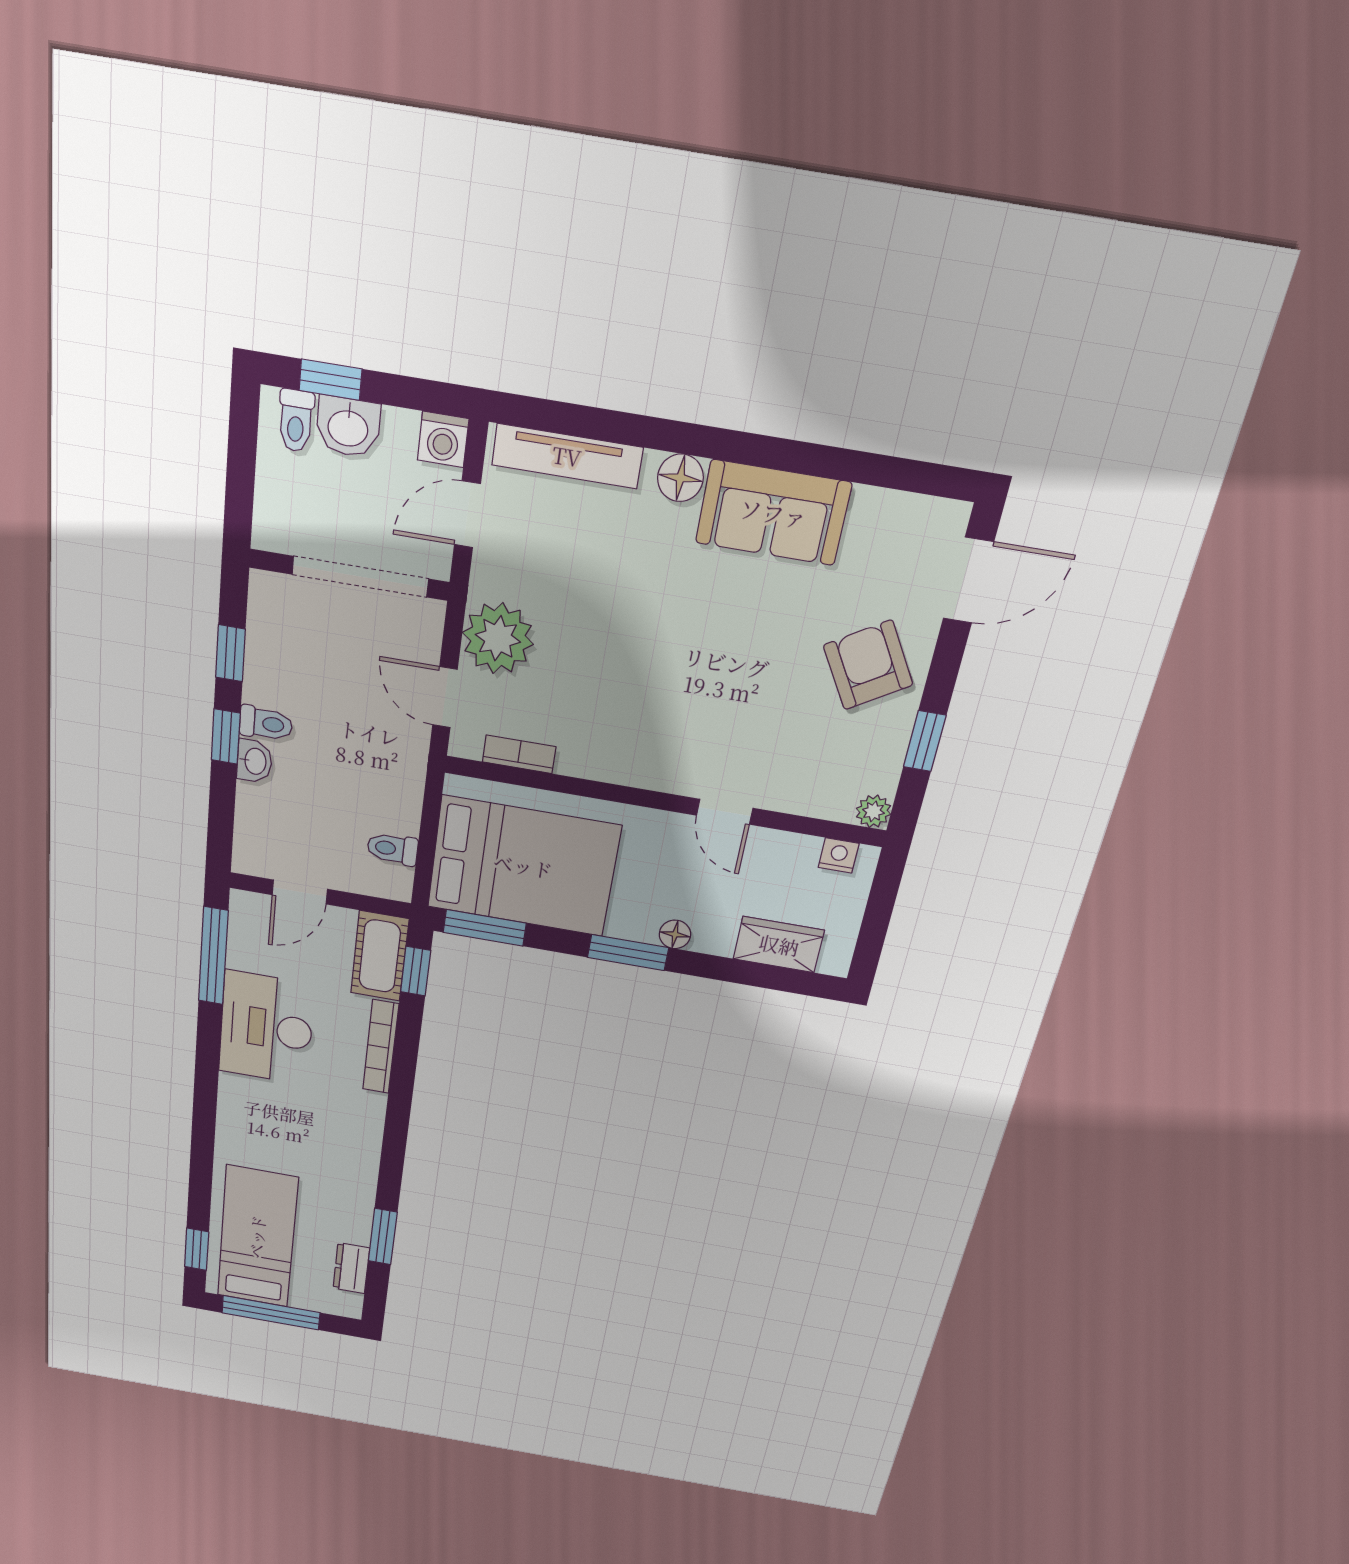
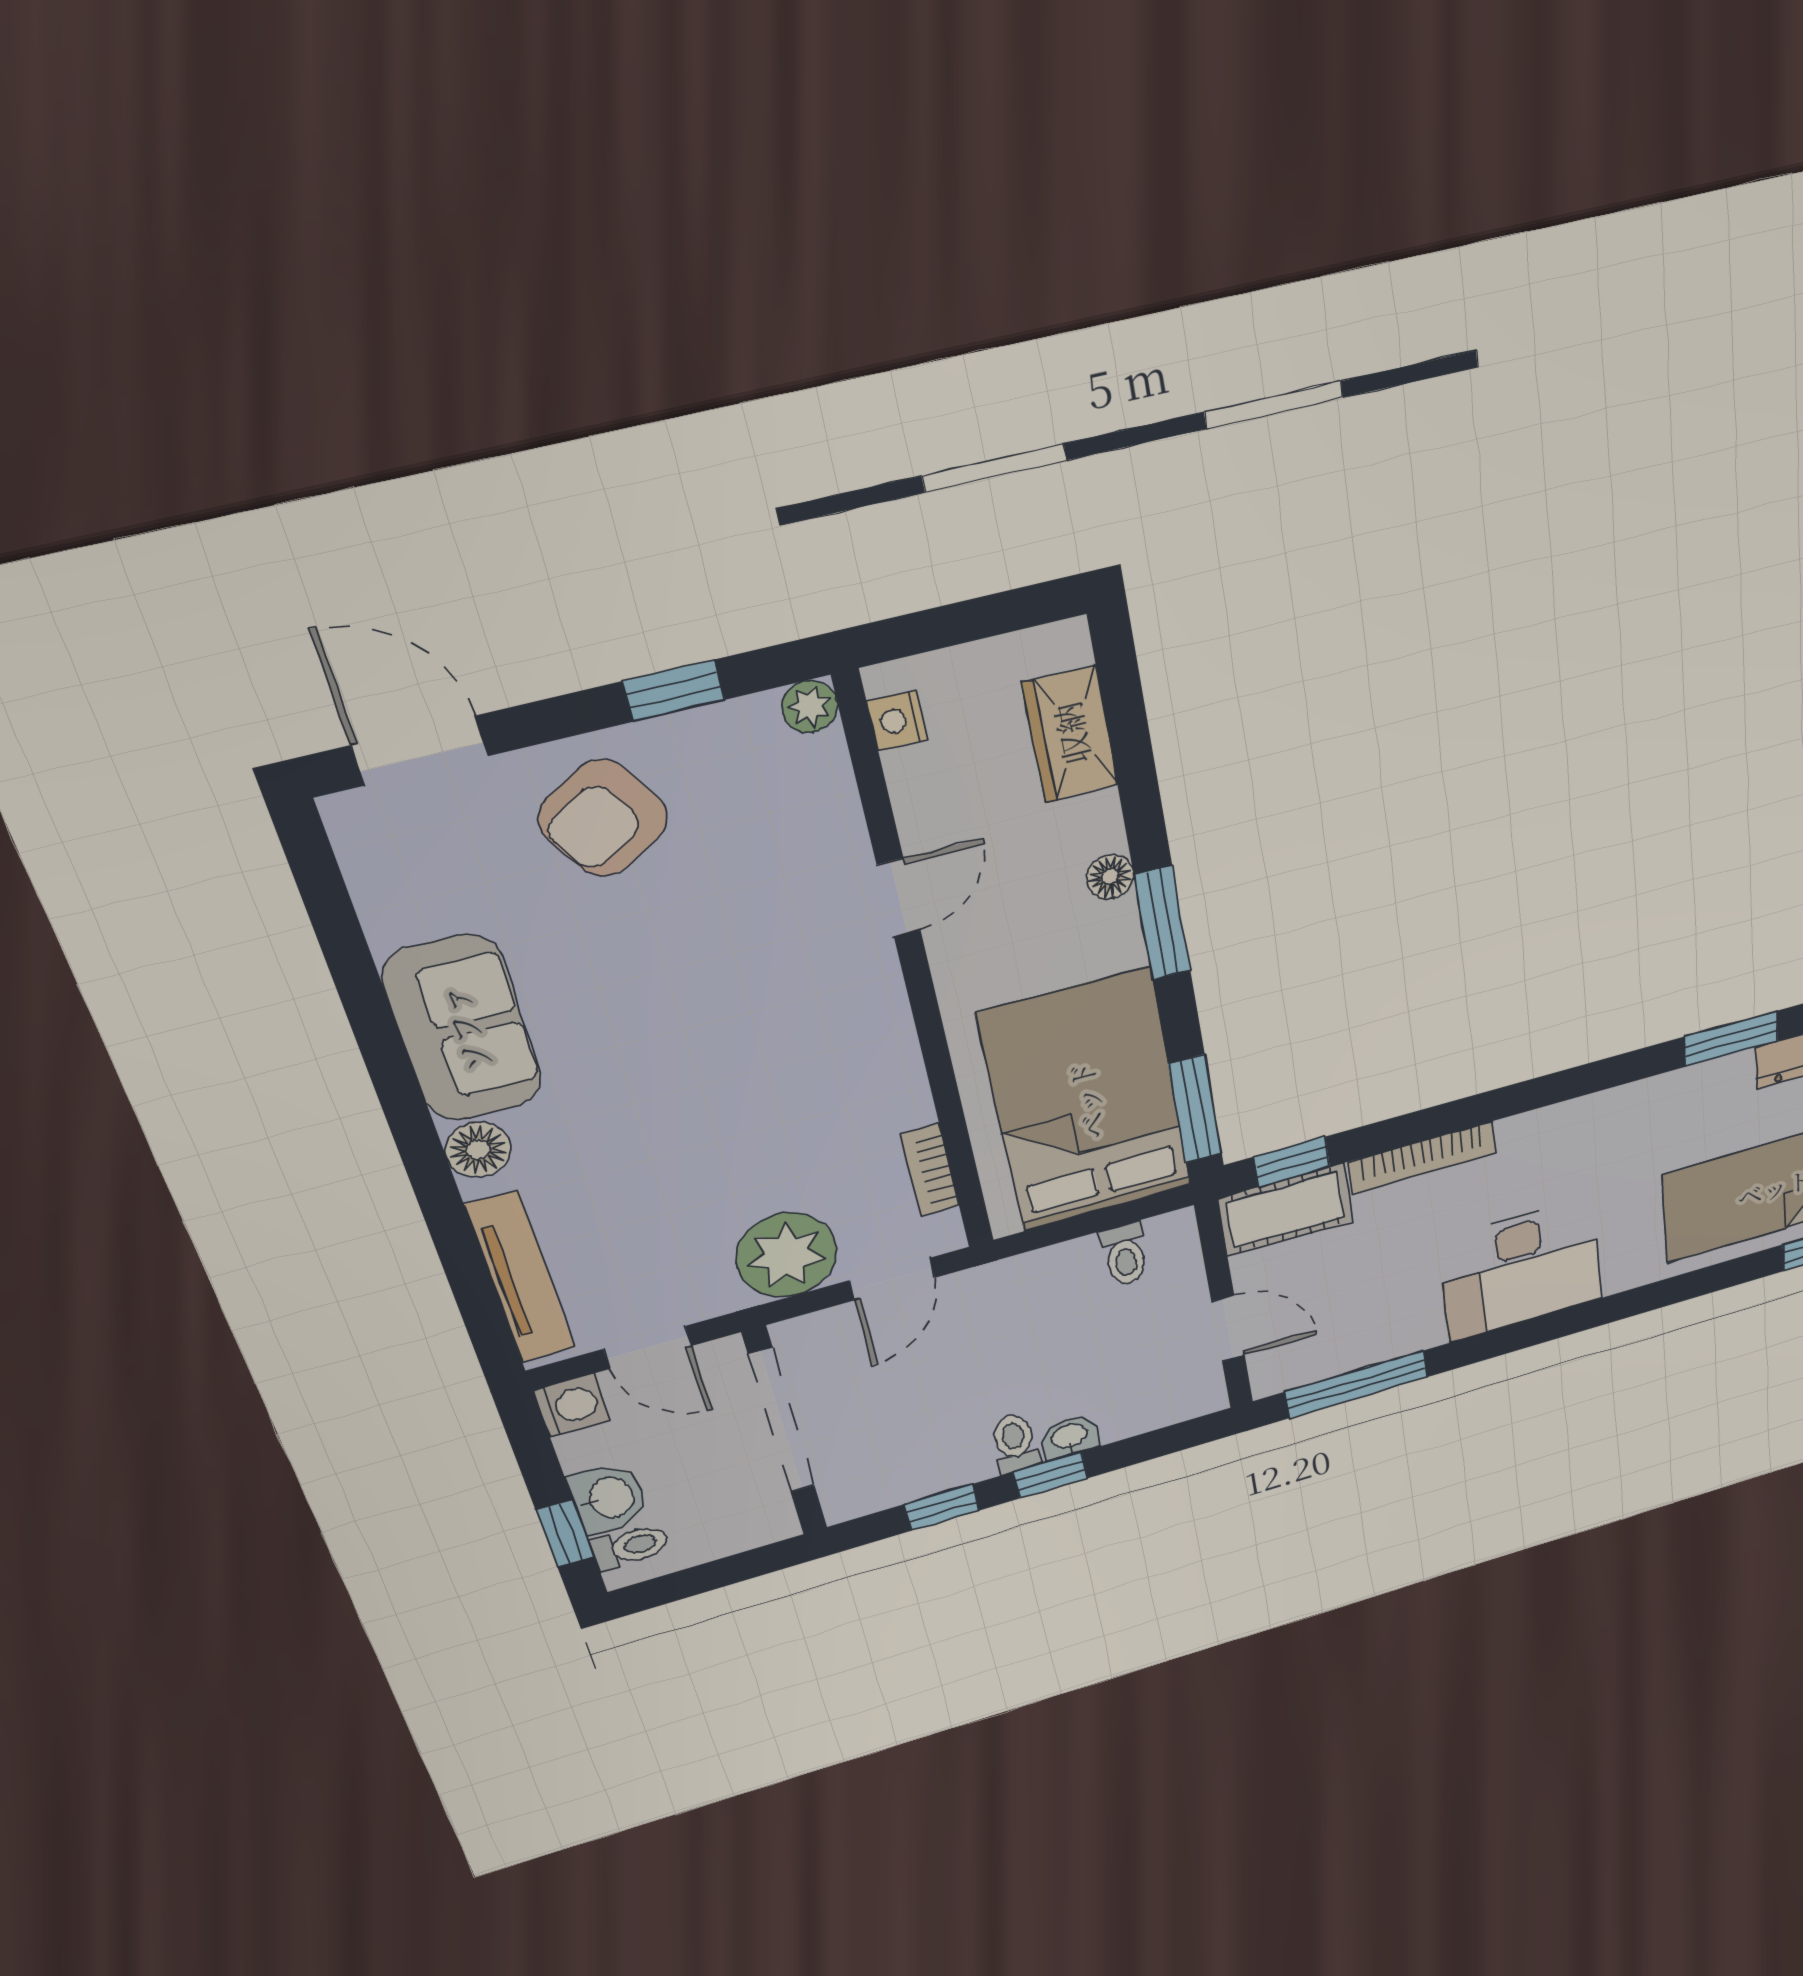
desk: (266, 1028) -> (1521, 1269), moved

